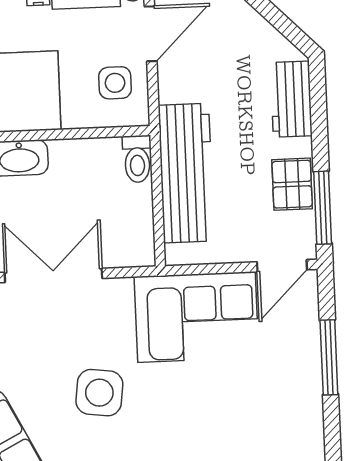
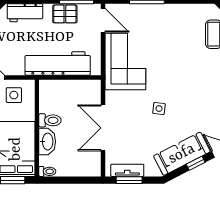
toilet: (137, 159) -> (50, 120), moved
side table: (99, 393) -> (159, 109), width x0.54, depth x0.54

